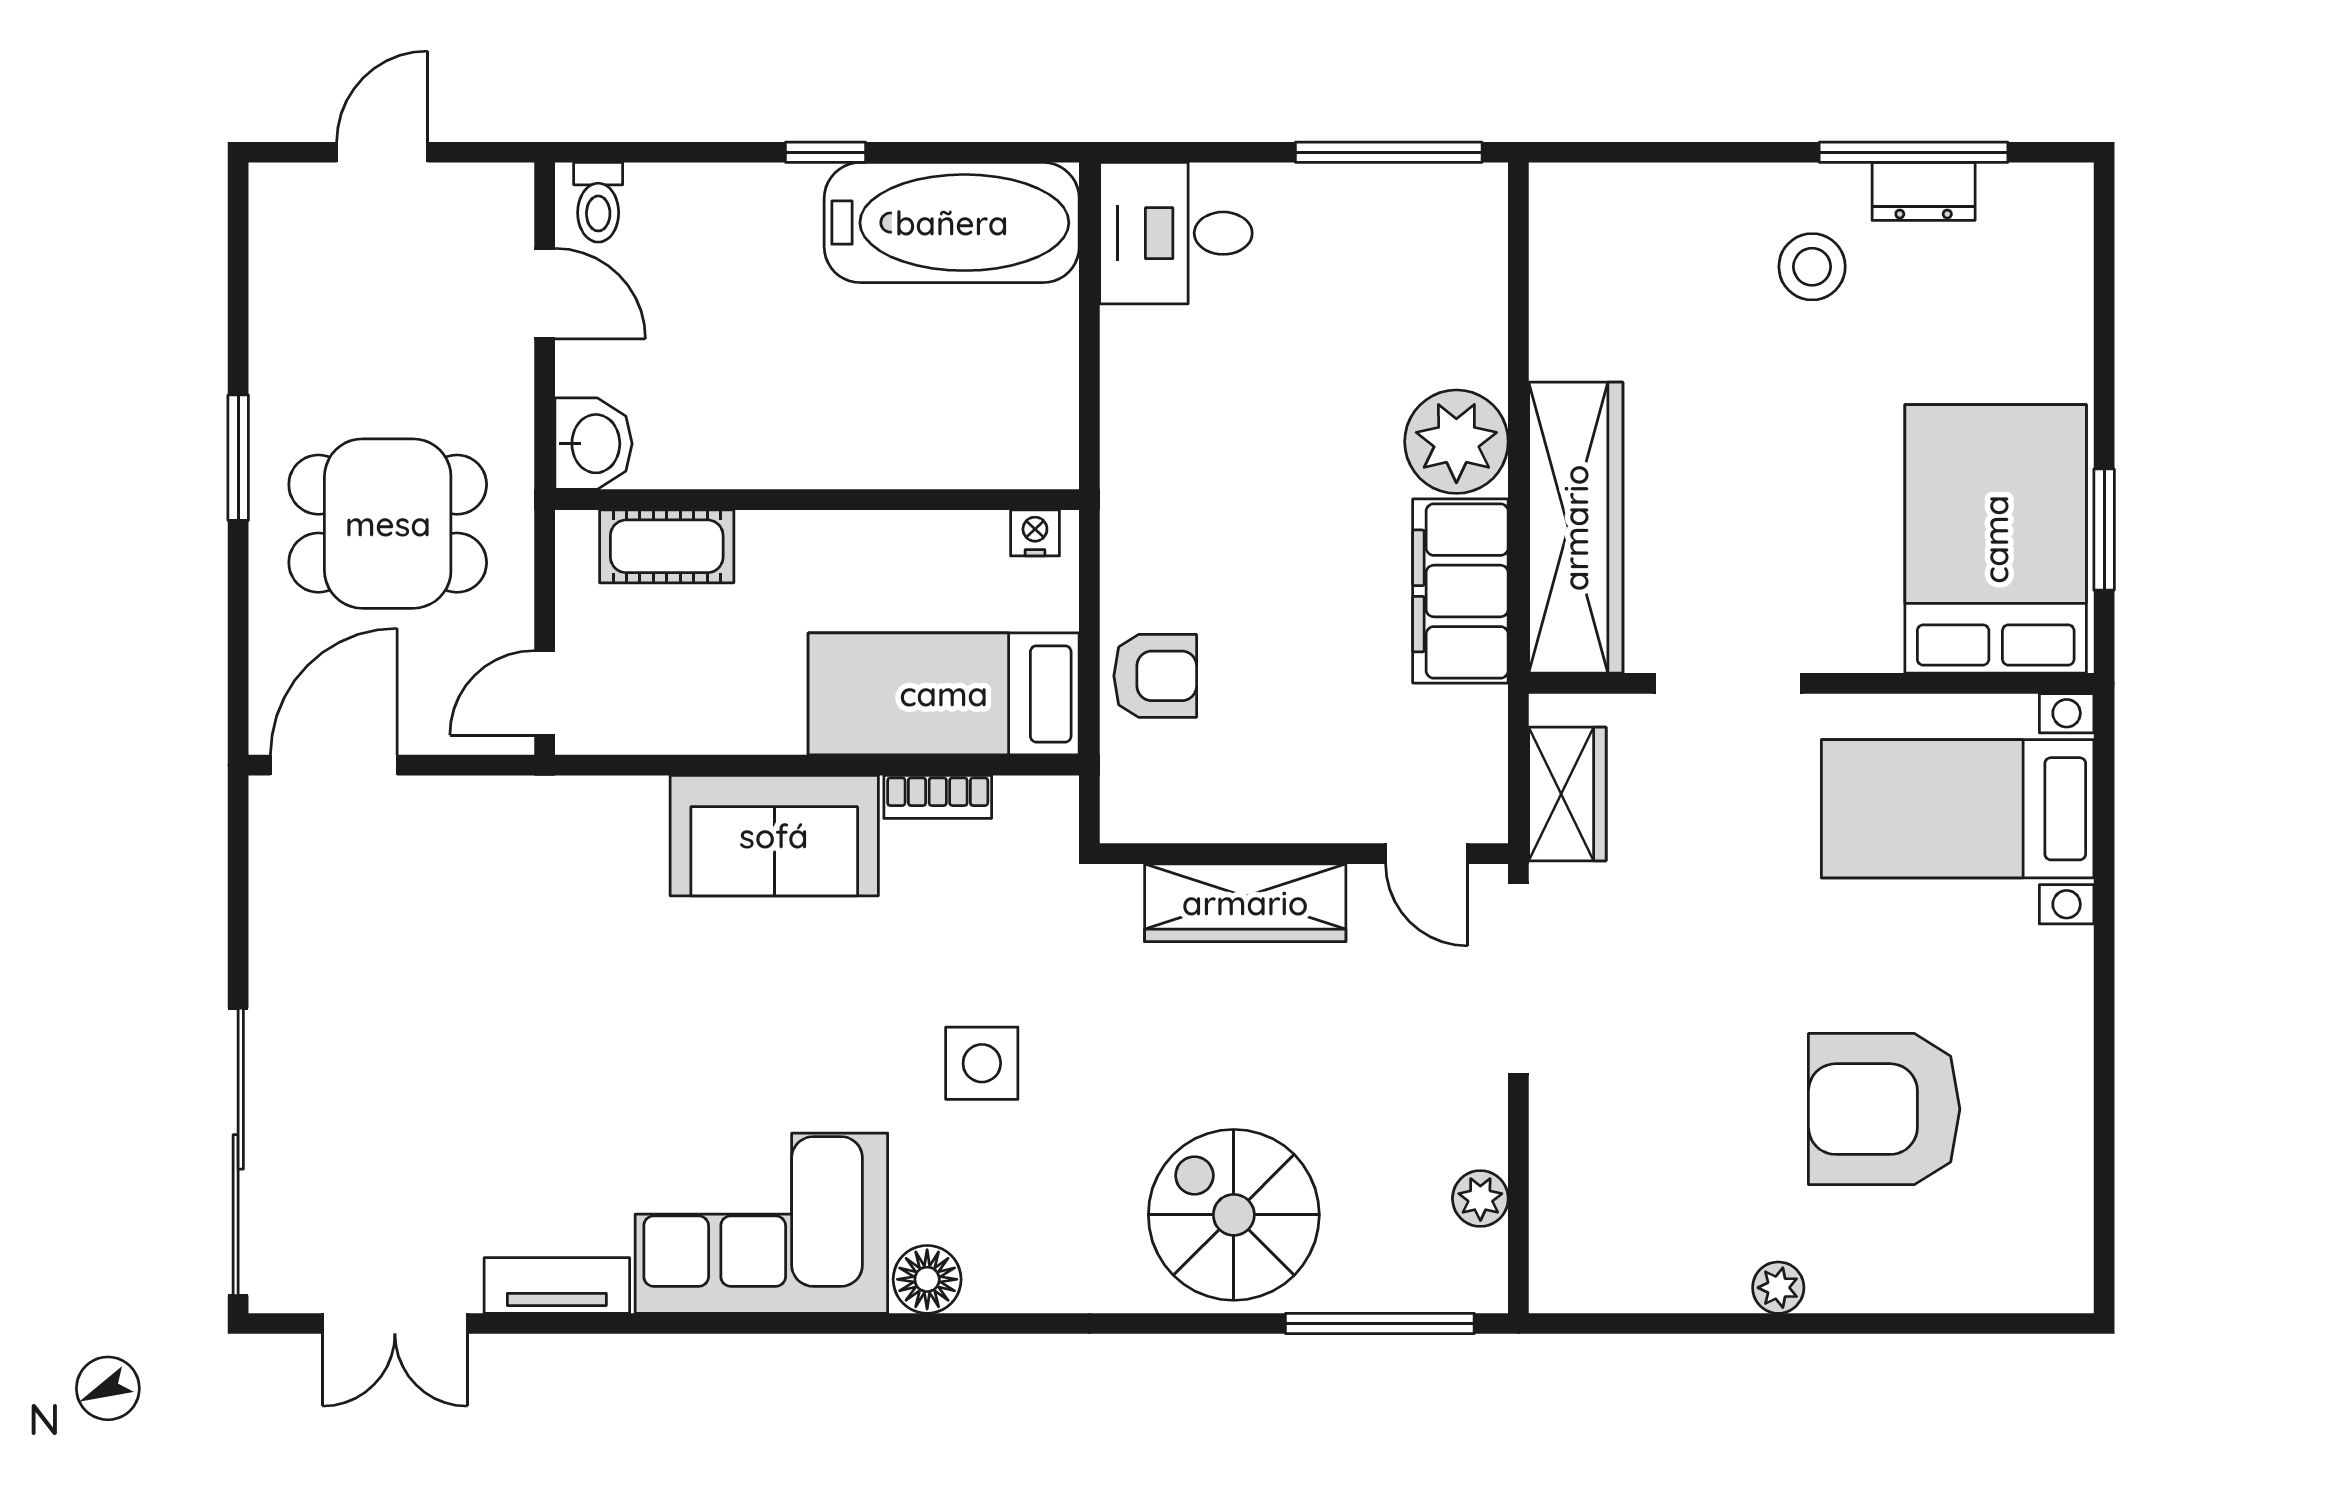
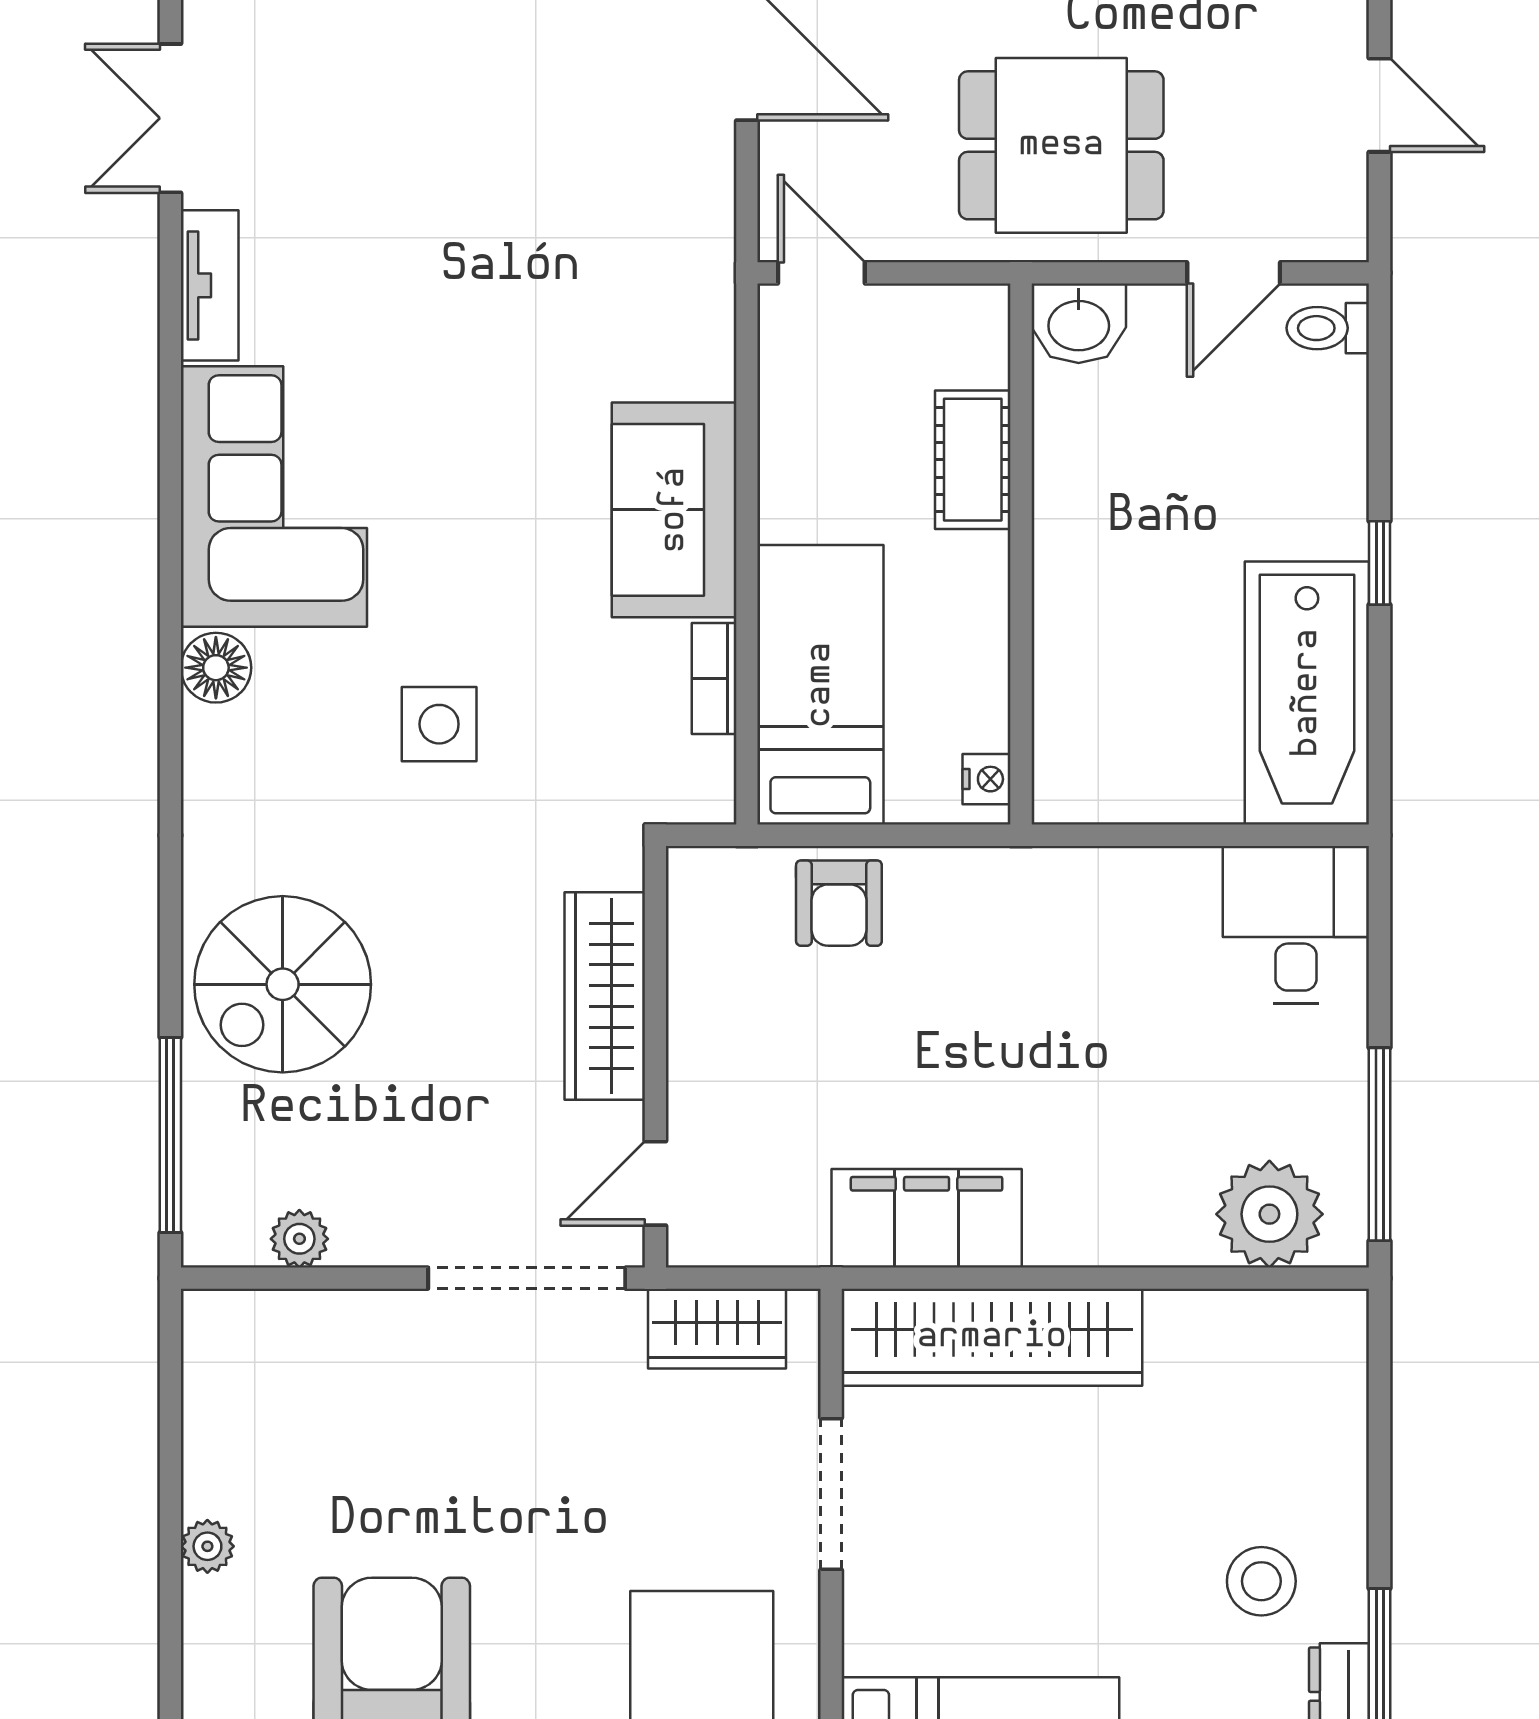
plant: (1456, 442) -> (1269, 1214), moved
dining table: (388, 524) -> (1061, 145), moved, turned 90
cot: (667, 546) -> (973, 460), moved
spiral stairs: (1234, 1215) -> (283, 984), turned 180

